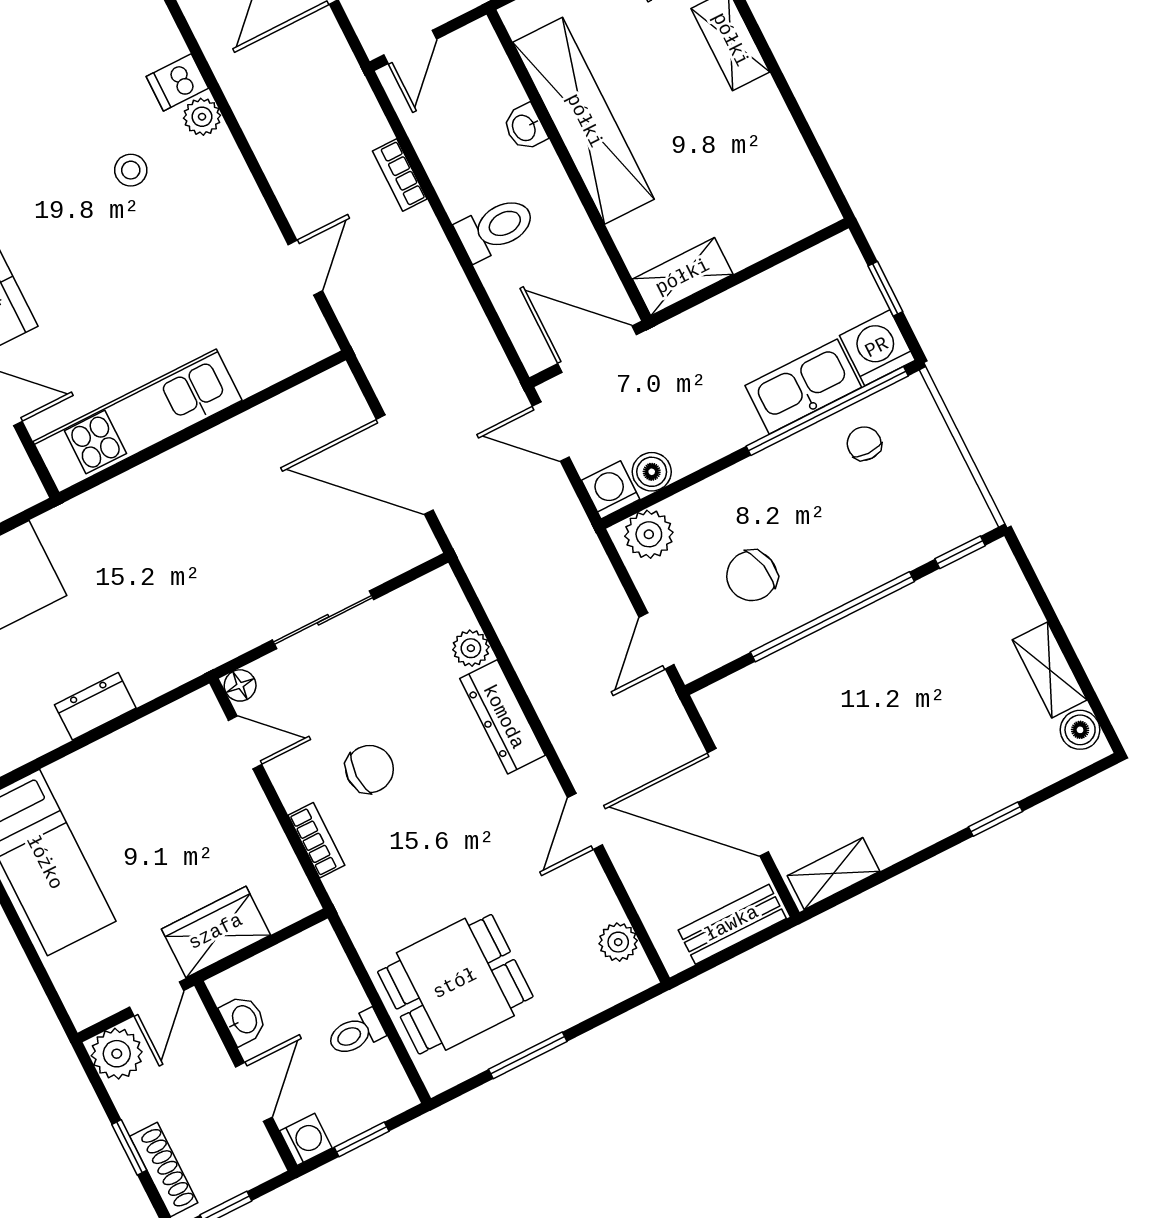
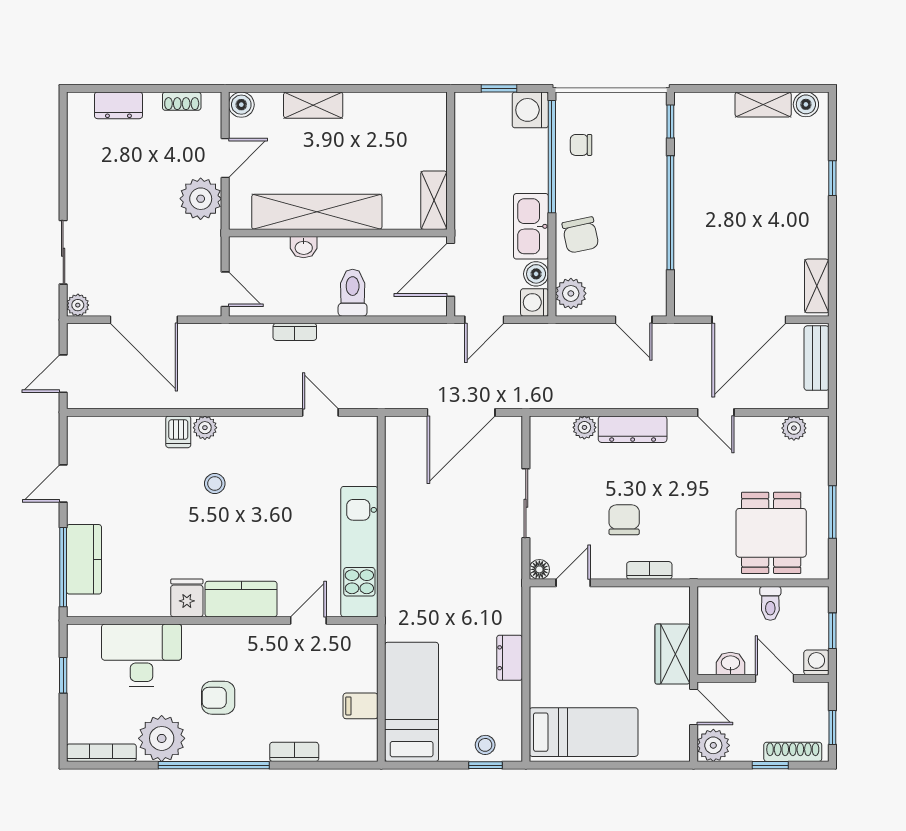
kitchen sink: (803, 386) -> (531, 226), moved
chair: (752, 576) -> (580, 235), moved

